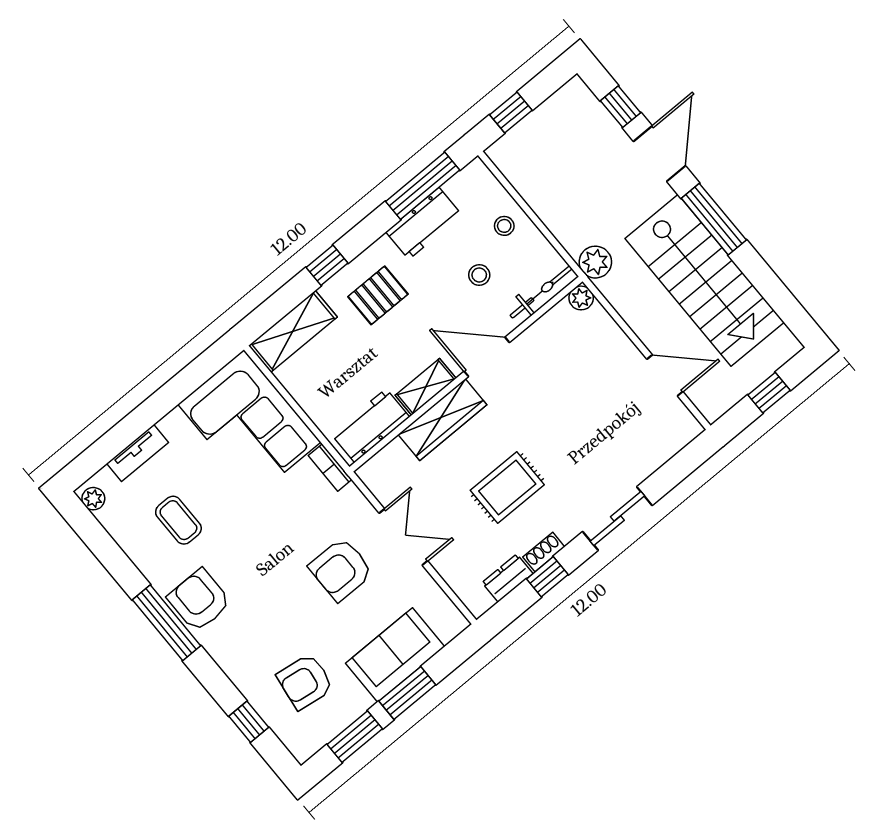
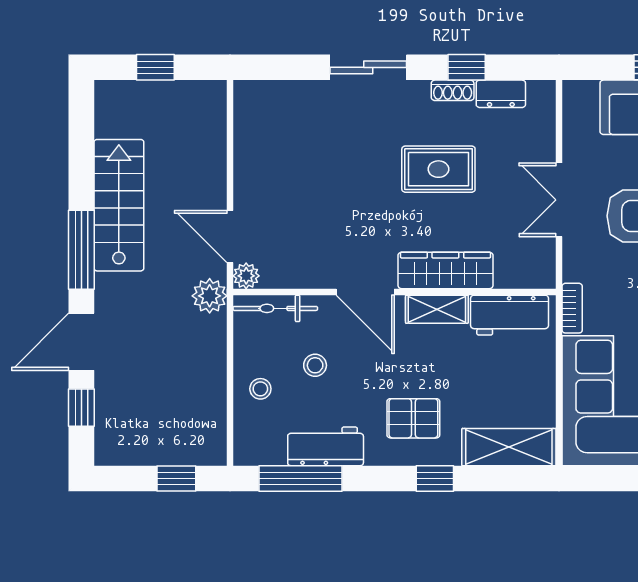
stairs: (705, 280) -> (119, 205), width x0.73, depth x0.66
door: (665, 375) -> (230, 237), moved

